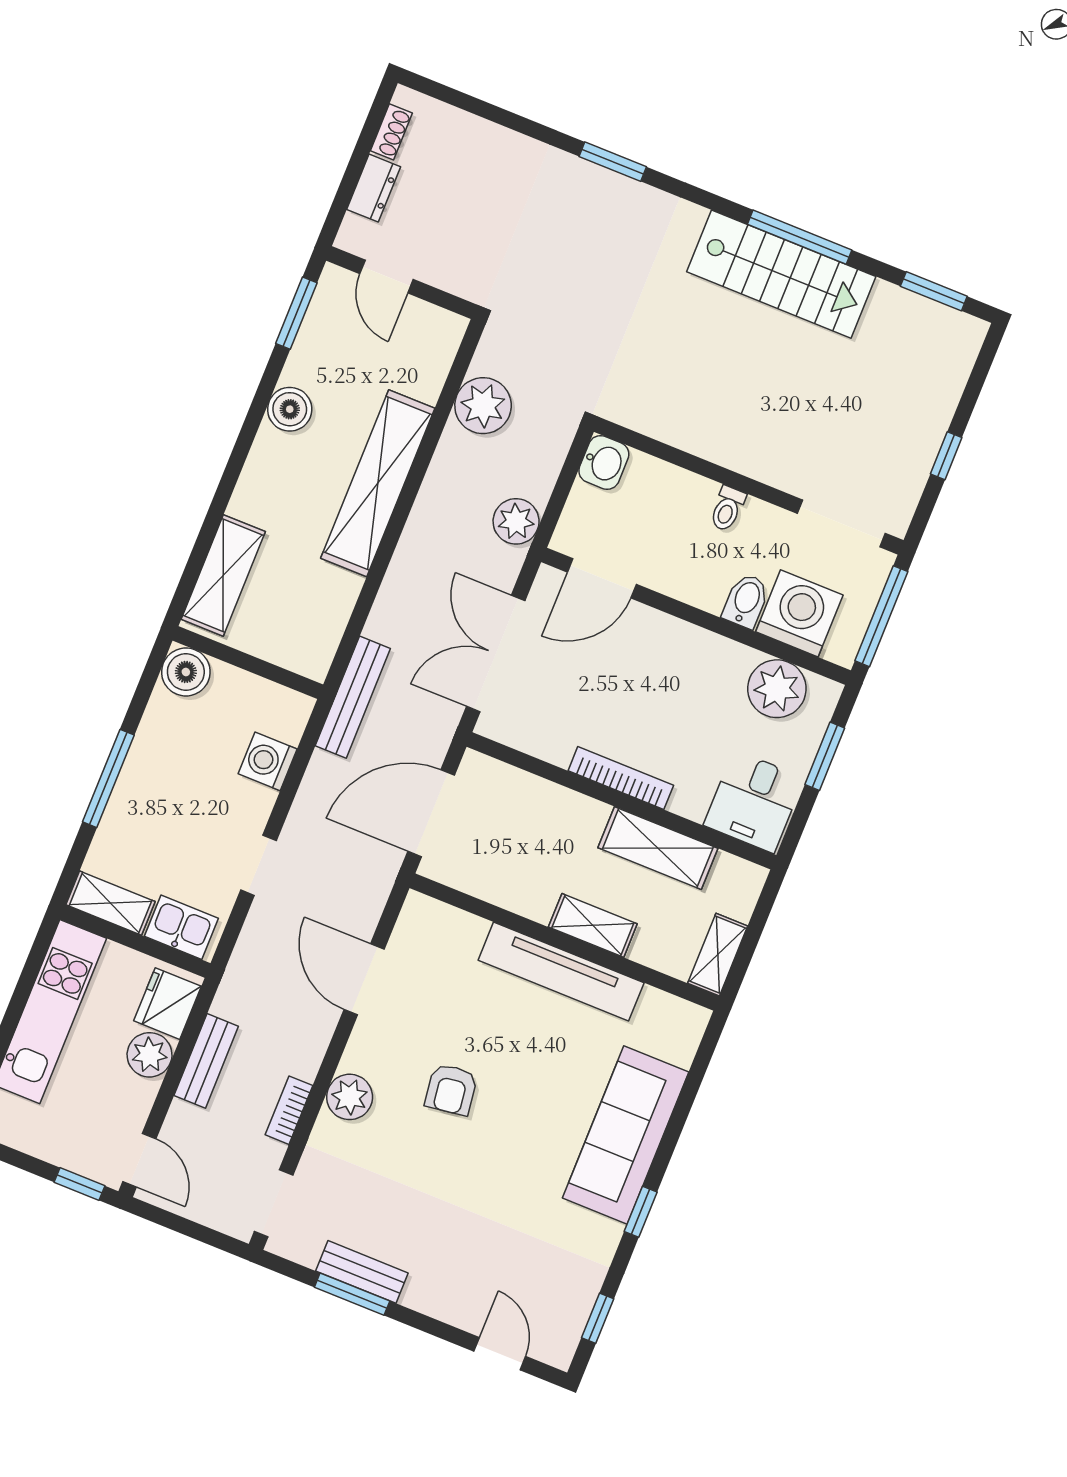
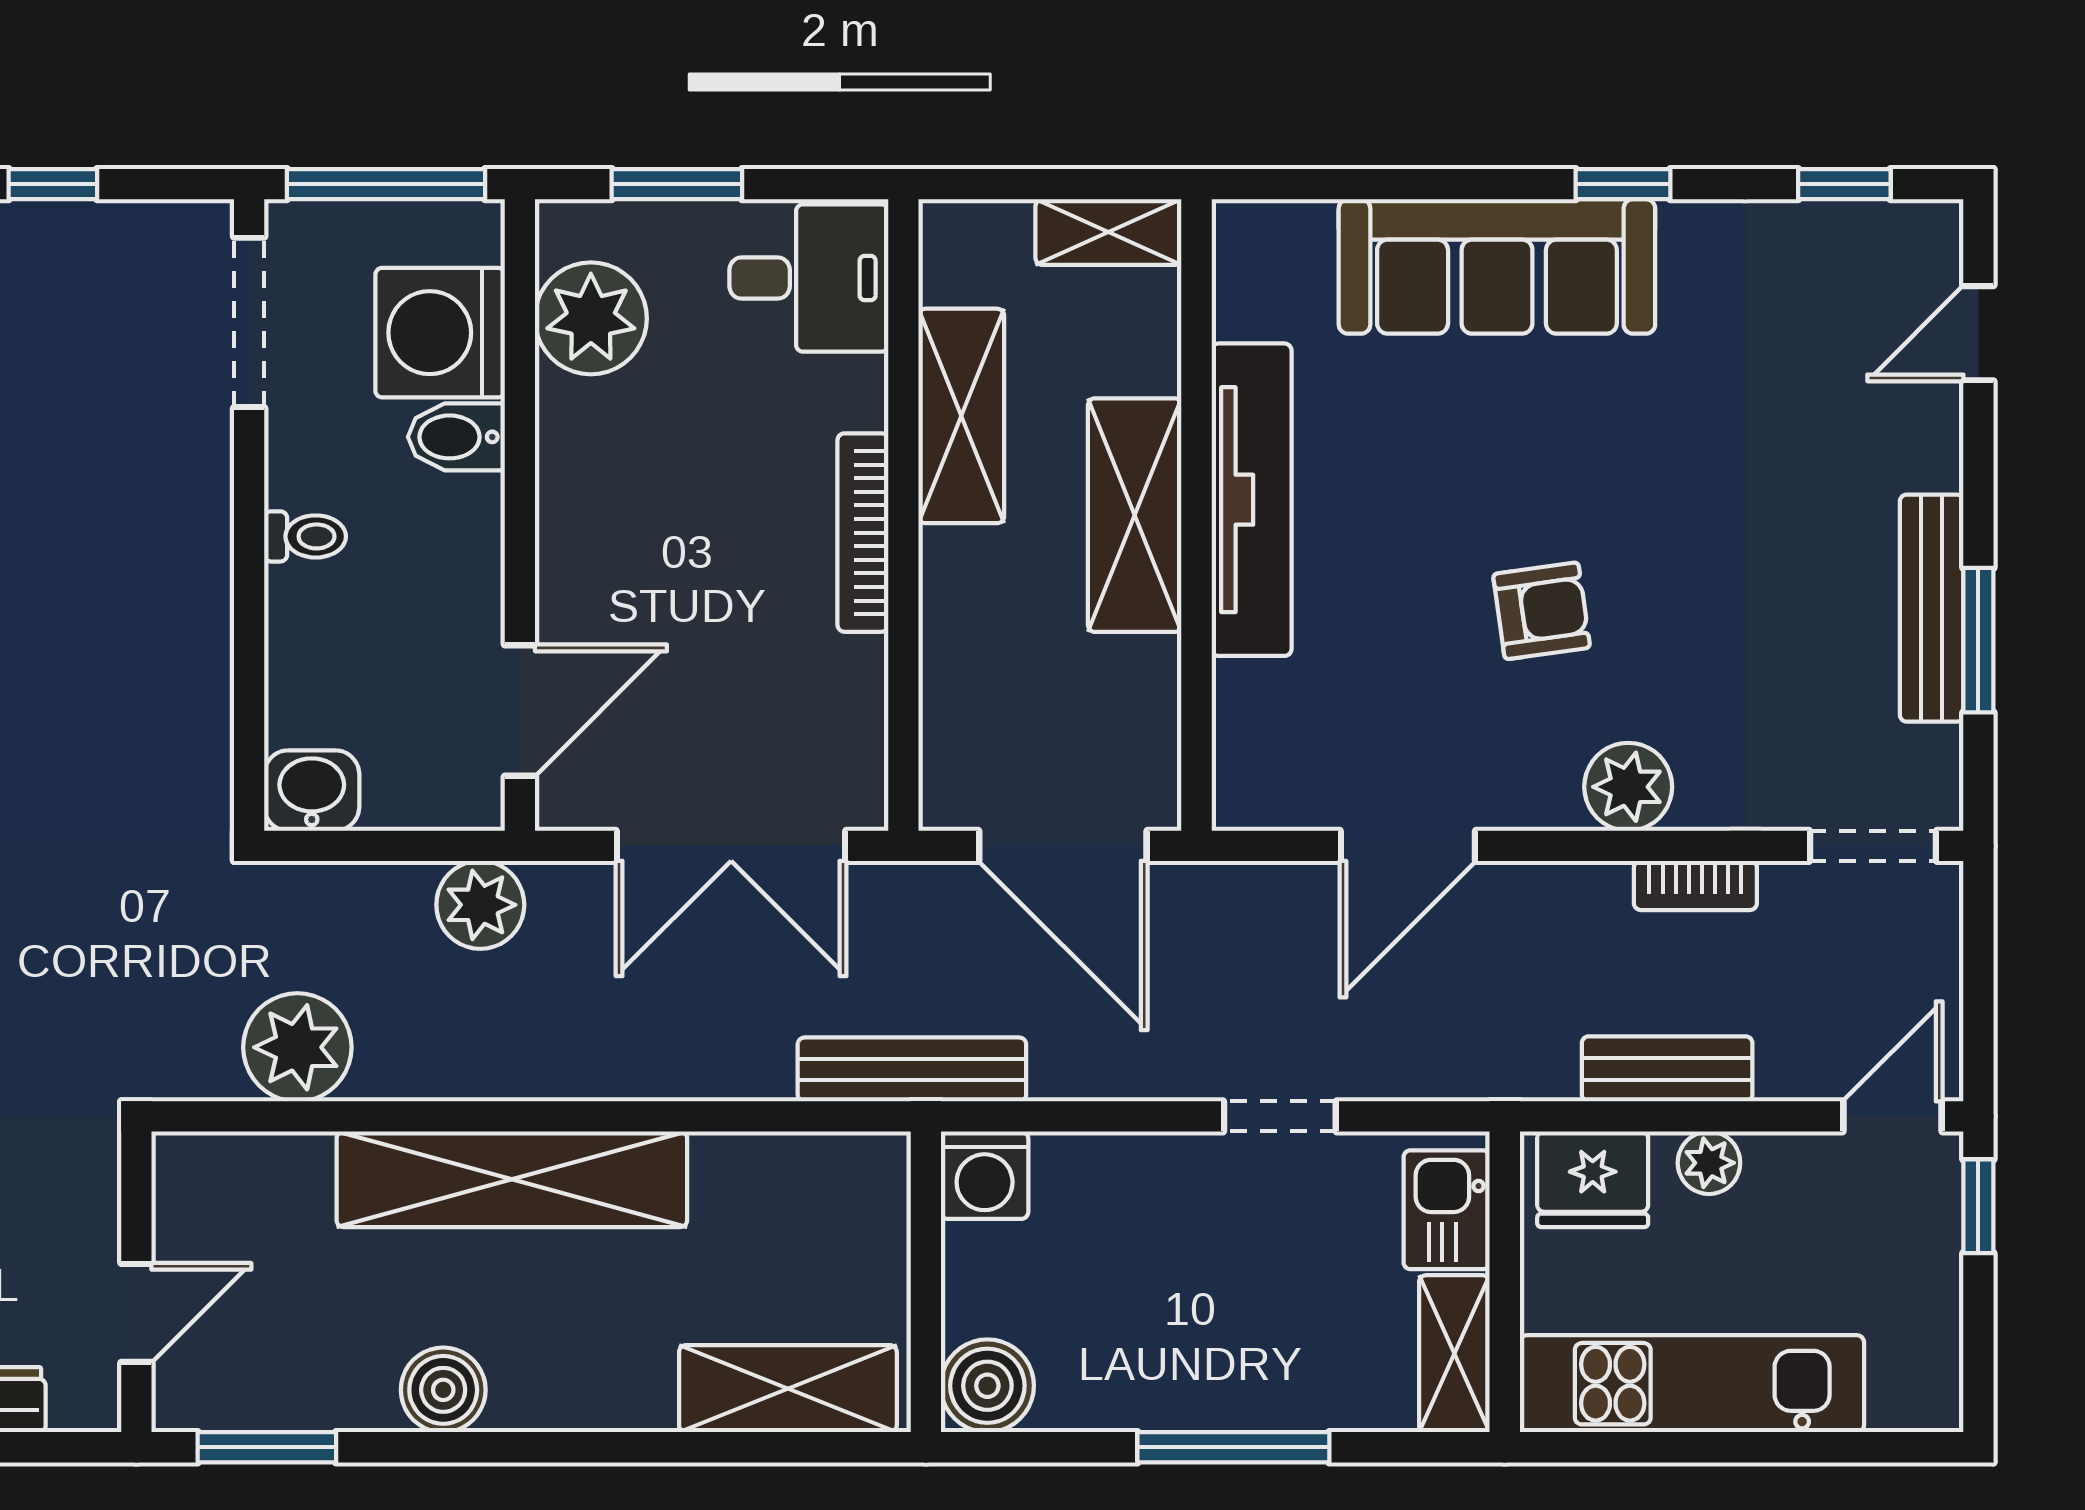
door: (602, 578) -> (520, 711), hinge flipped
washing machine: (268, 761) -> (985, 1175), moved
shelving: (593, 925) -> (1135, 515), width x1.50, depth x1.33
plant: (150, 1055) -> (1709, 1163), width x0.73, depth x0.73
bench: (362, 1272) -> (1932, 608), width x1.36

